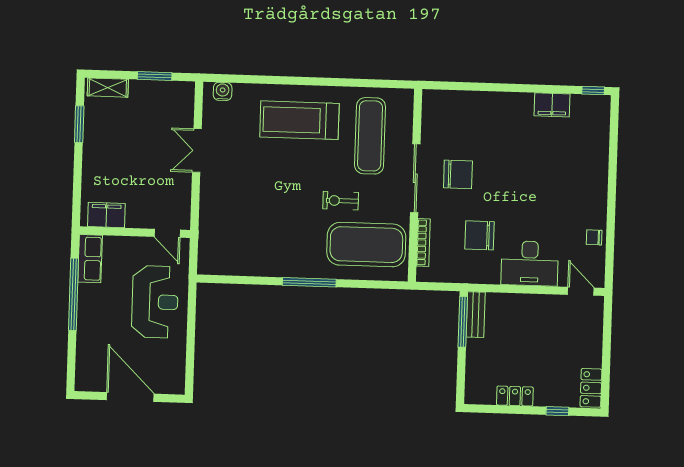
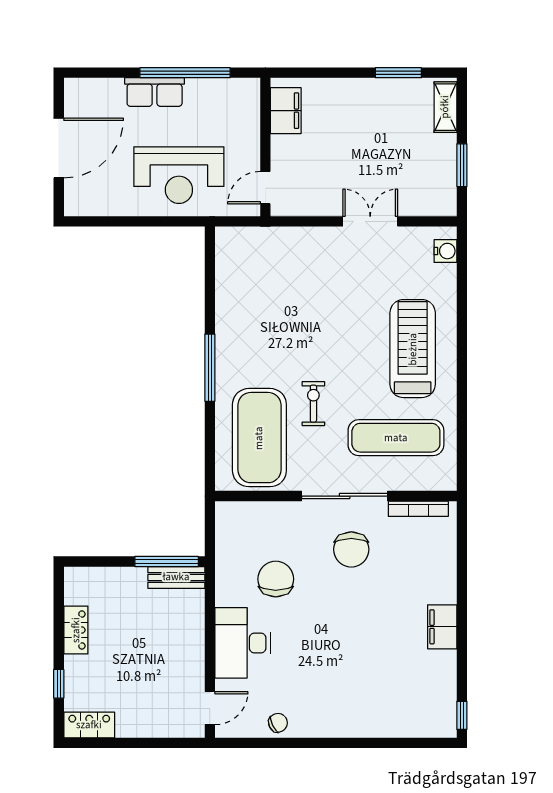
filing cabinet: (552, 105) -> (442, 627), moved
chair: (594, 237) -> (278, 723), turned 64
bookcase: (423, 243) -> (418, 509), moved
row of seats: (90, 259) -> (155, 92), moved

